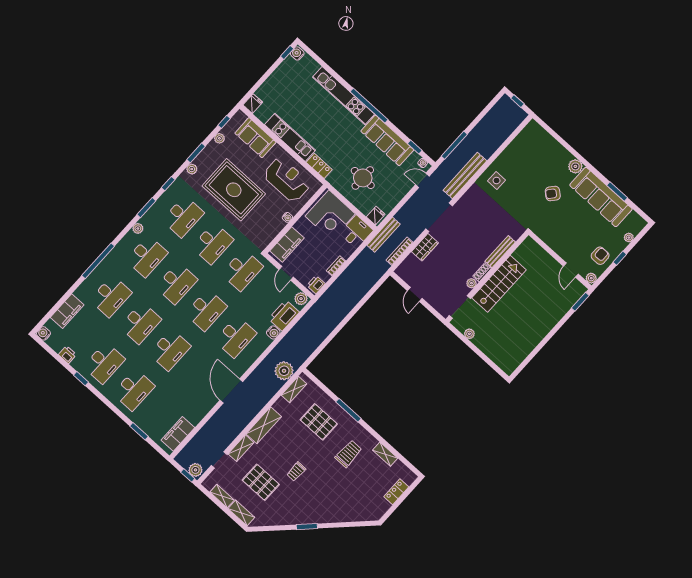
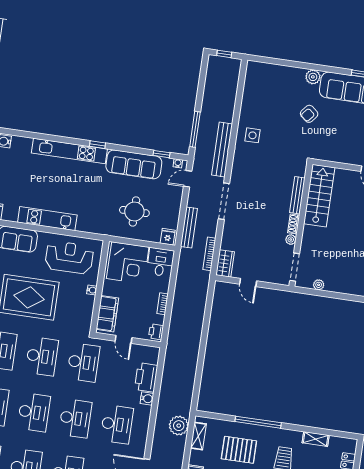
window: (369, 106) -> (97, 145), width x0.32
locker: (319, 166) -> (89, 226), removed
bench: (384, 235) -> (189, 228), moved
wardrobe: (425, 247) -> (225, 263), moved
stairs: (499, 284) -> (319, 196), moved
plant: (301, 299) -> (151, 353), removed
window: (349, 410) -> (258, 422), width x1.46

